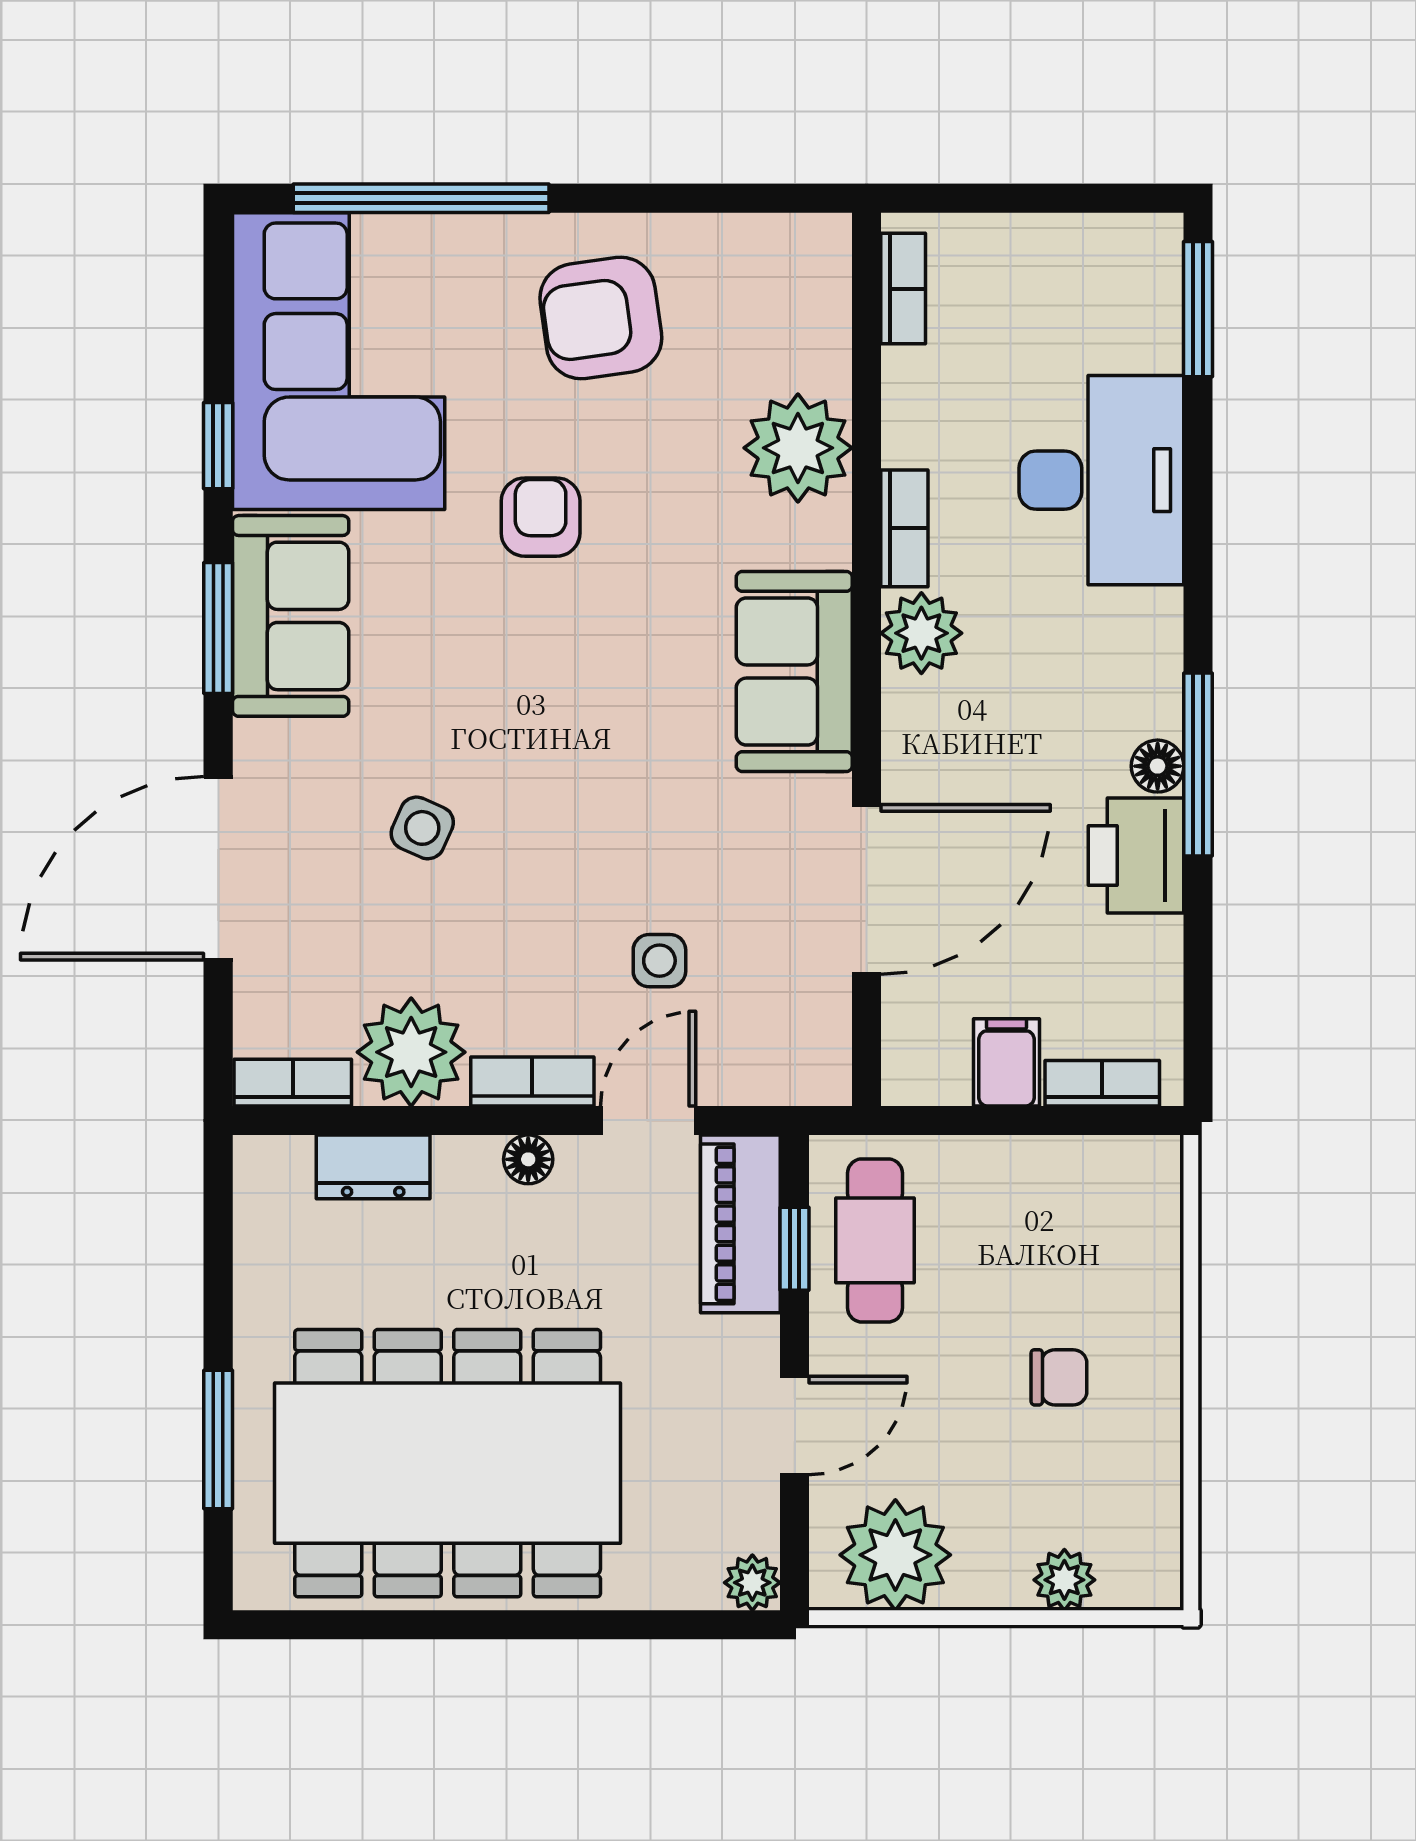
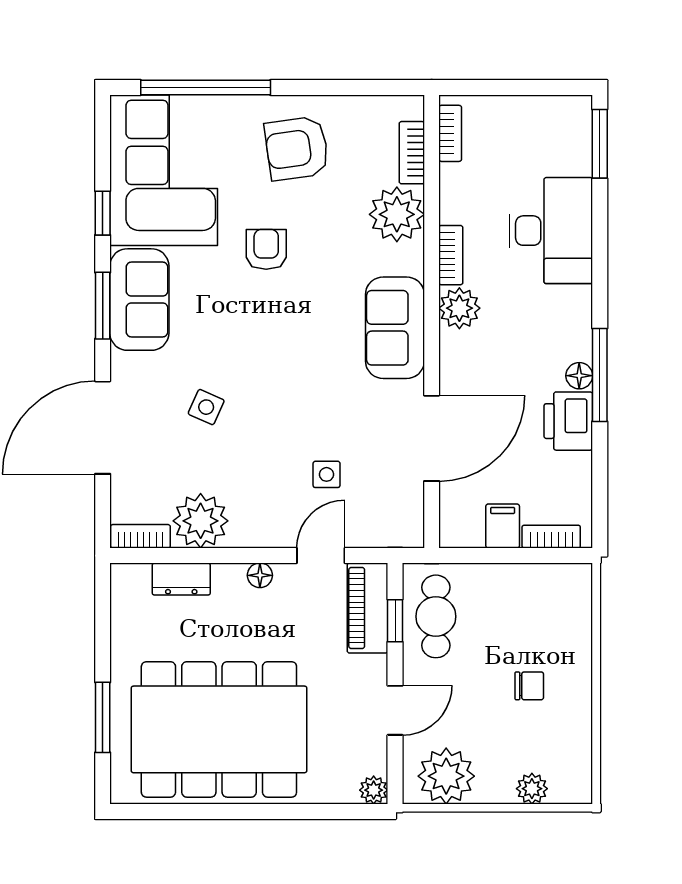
bookcase: (532, 1081) -> (412, 153), moved, turned -90

